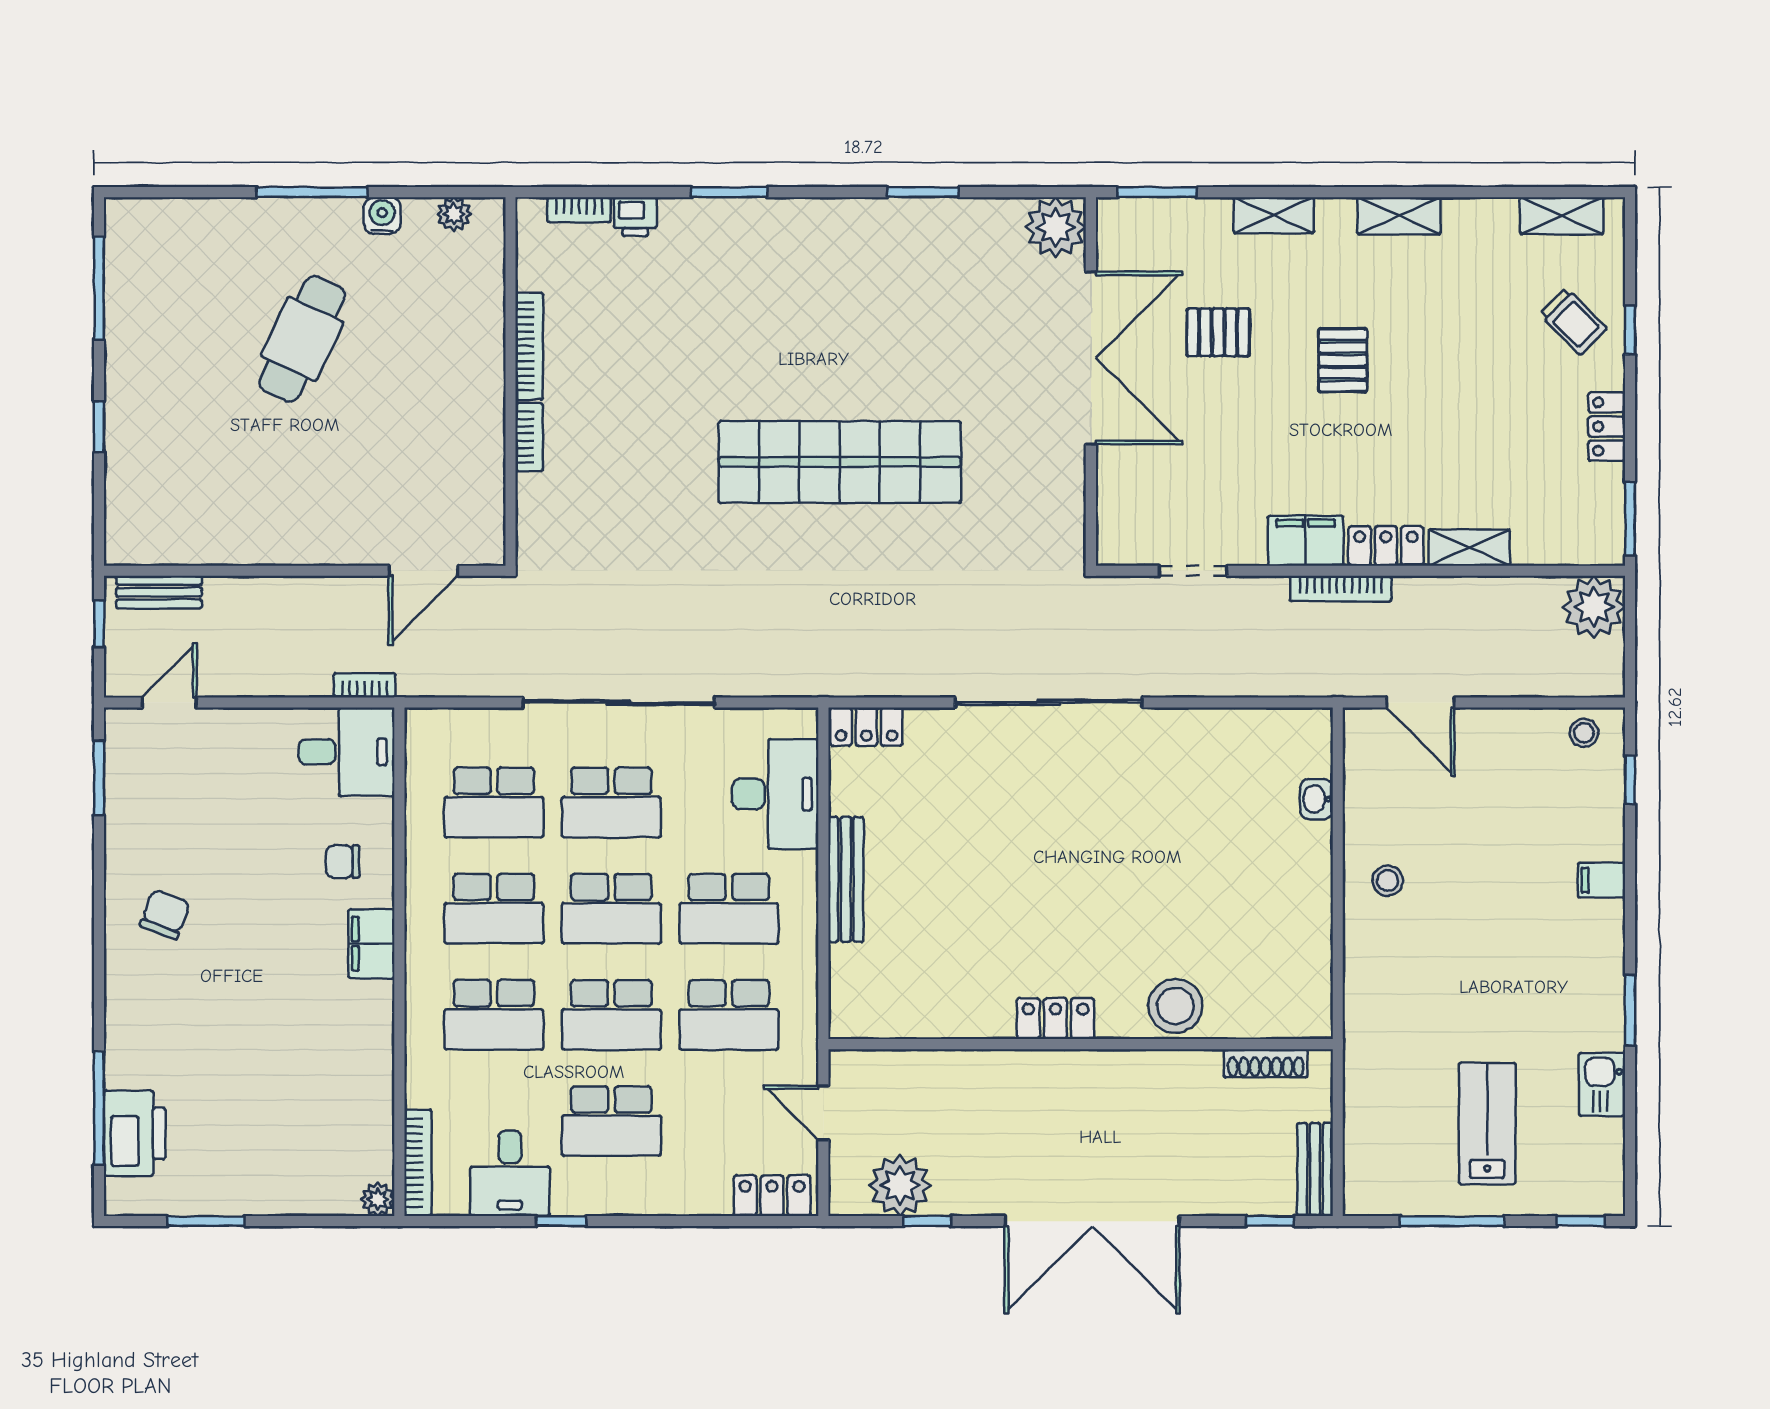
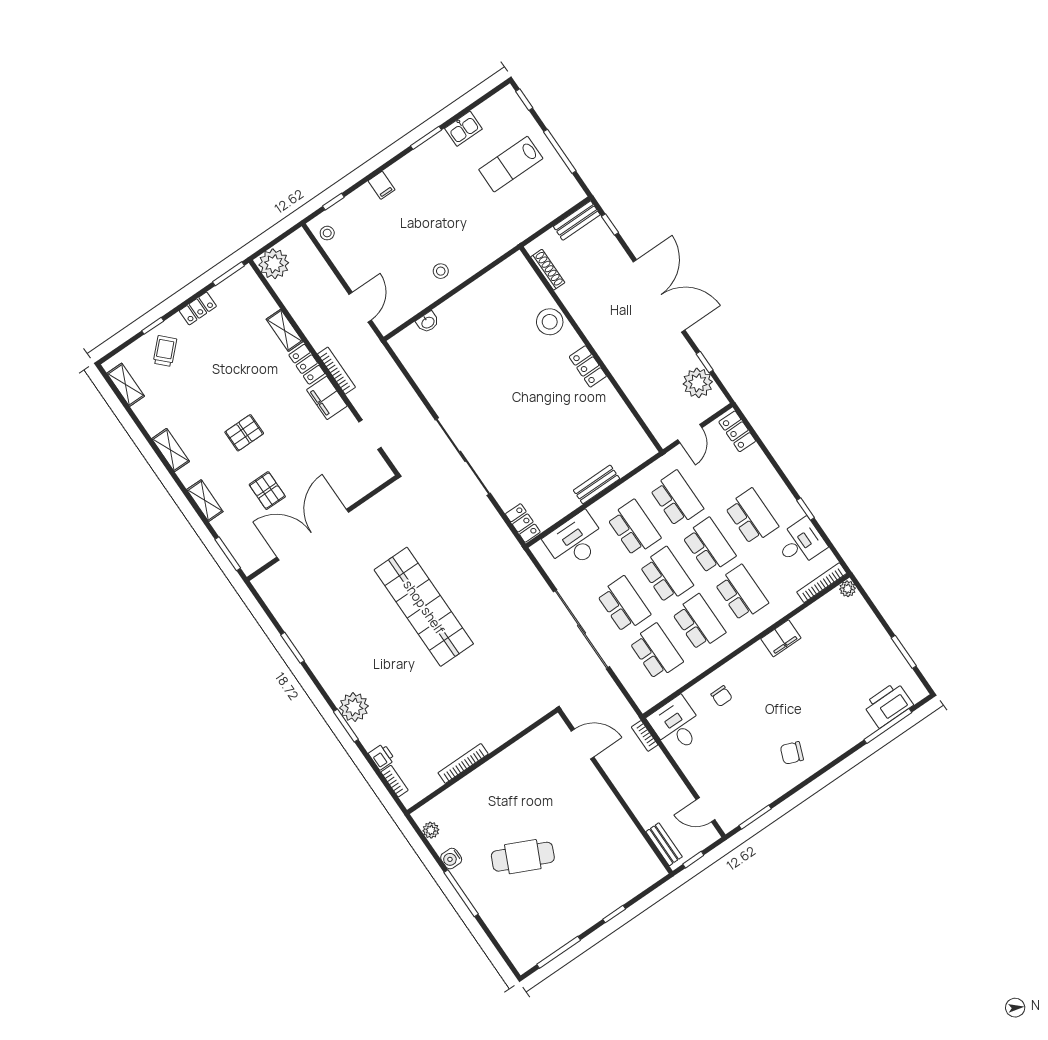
plant: (1056, 227) -> (354, 707), moved
bookcase: (529, 437) -> (500, 738), removed
bench: (846, 879) -> (597, 484), width x0.73
filing cabinet: (371, 944) -> (781, 638), moved

